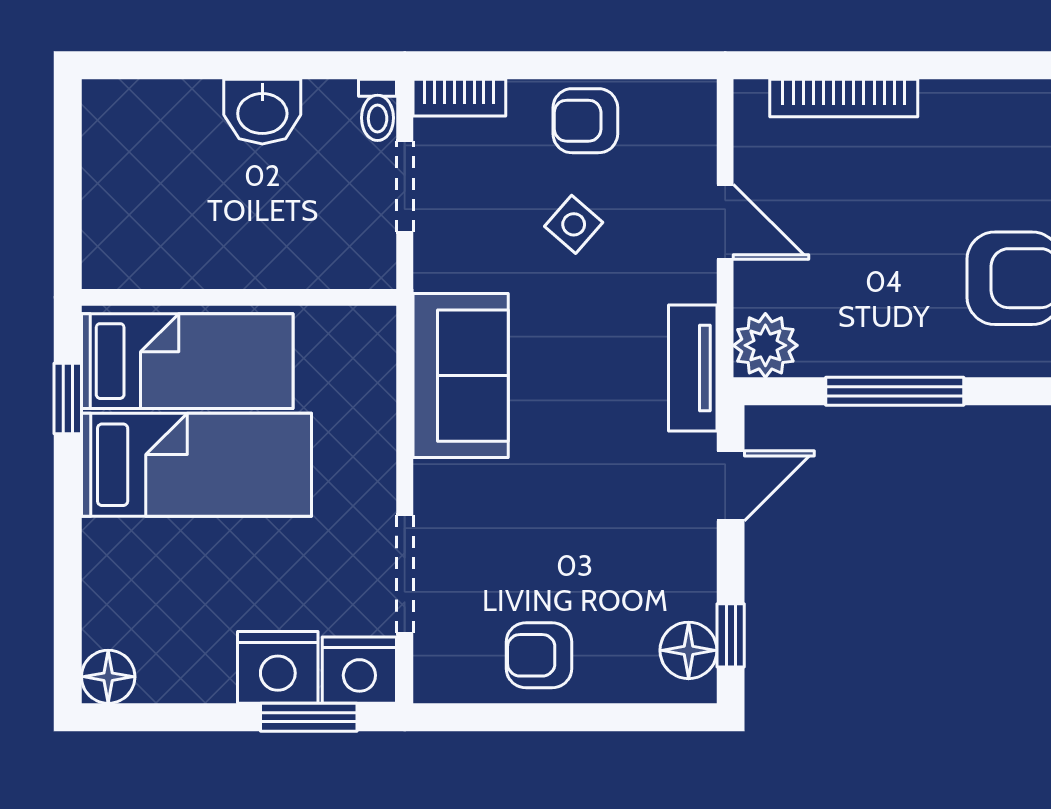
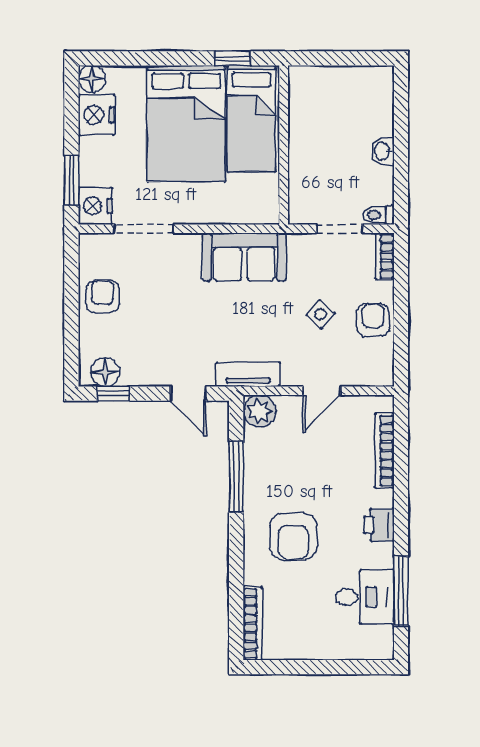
printer: (991, 109) -> (379, 525), added
washbasin: (262, 112) -> (383, 151), width x0.72, depth x0.69
bed: (196, 465) -> (186, 123), width x1.50
nightstand: (278, 667) -> (97, 115), moved

